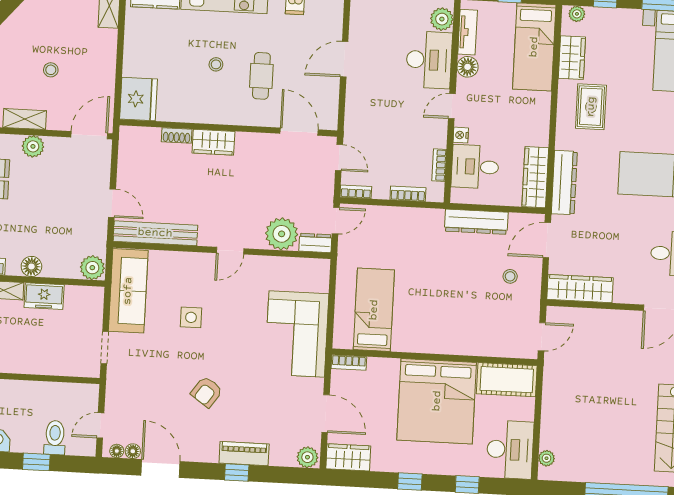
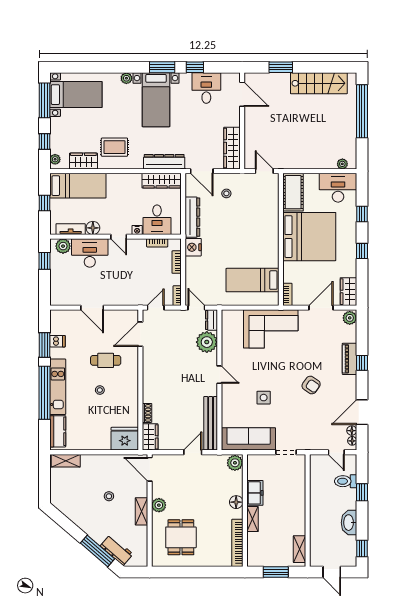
wardrobe: (213, 142) -> (150, 437), moved
nightstand: (430, 220) -> (193, 247), added

